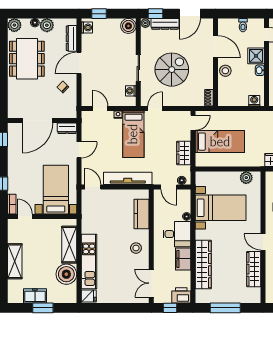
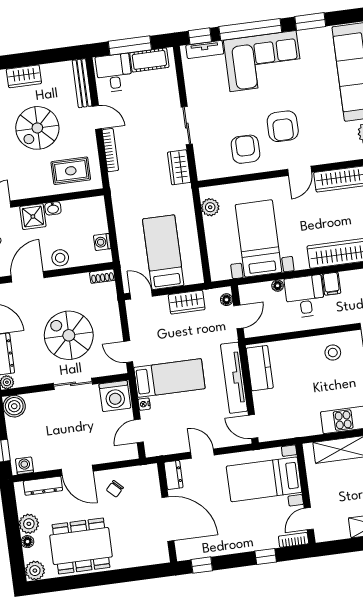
washing machine: (131, 91) -> (115, 396), width x1.89, depth x1.89
washing machine: (254, 101) -> (102, 242), moved
door: (93, 187) -> (253, 426), hinge flipped
kitchen counter: (142, 214) -> (260, 368), moved, turned -90
filing cabinet: (183, 259) -> (331, 284), width x0.50

